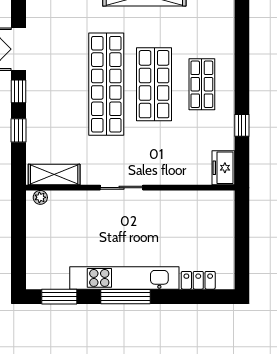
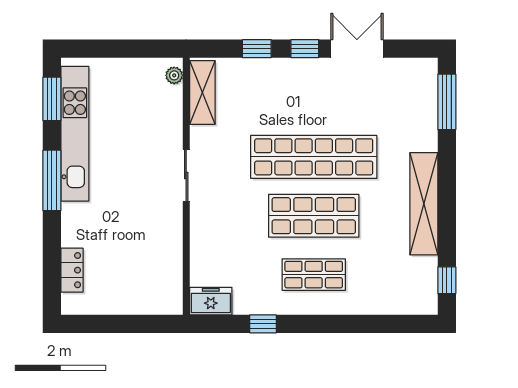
kitchen unit: (124, 278) -> (75, 134), moved

